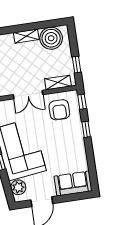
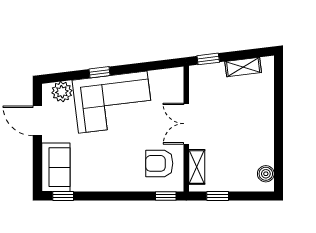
shelving: (26, 36) -> (267, 133), removed
boiler: (51, 38) -> (266, 174), width x0.54, depth x0.54
window: (86, 129) -> (63, 196), moved

